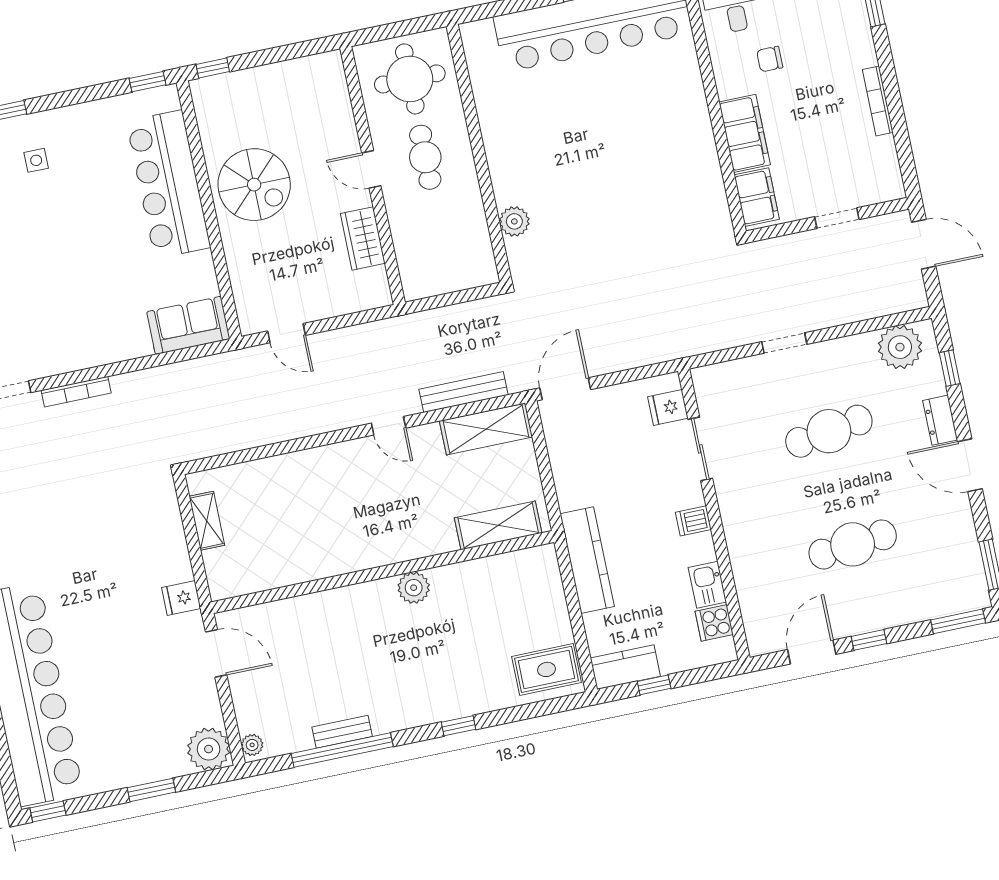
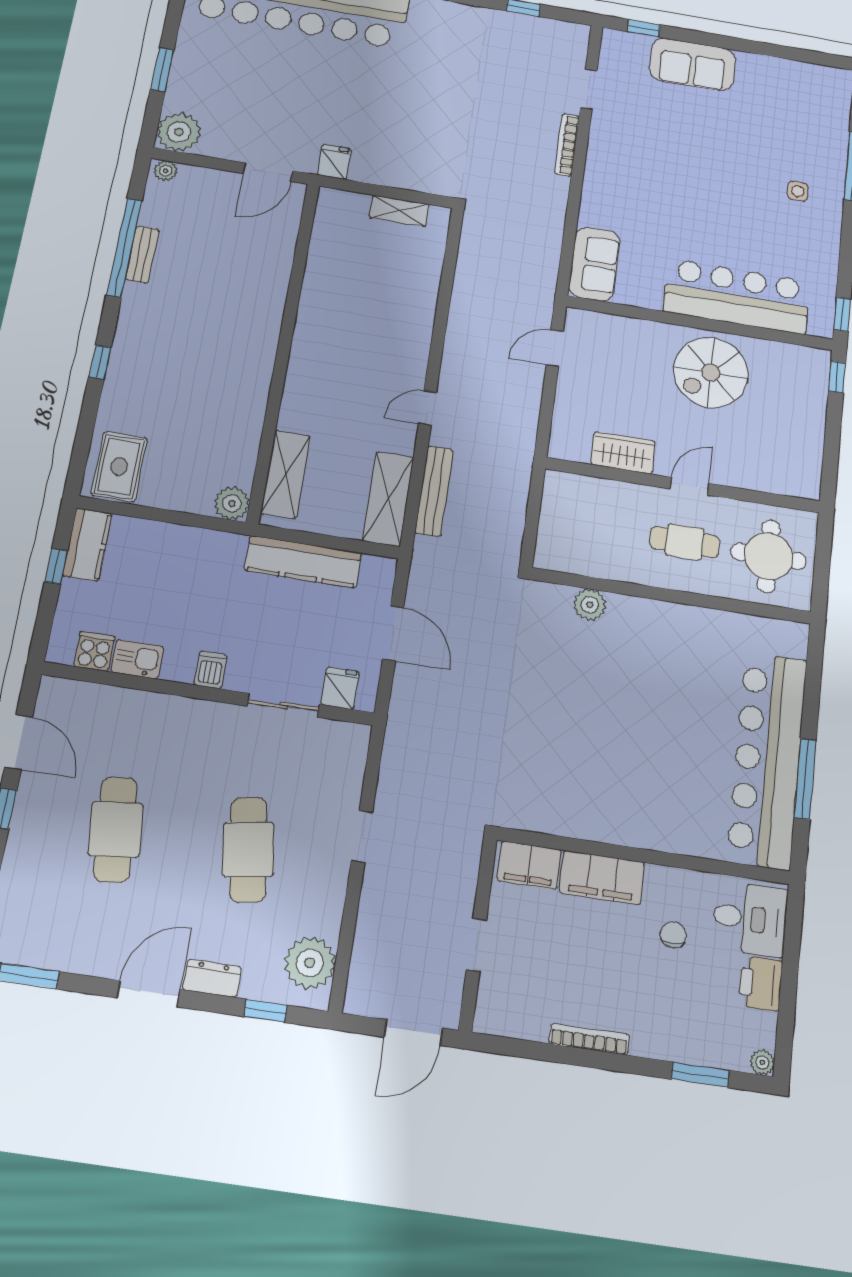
door: (565, 389) -> (393, 633), moved
kitchen counter: (587, 560) -> (303, 562), moved
plant: (414, 588) -> (232, 503), moved

